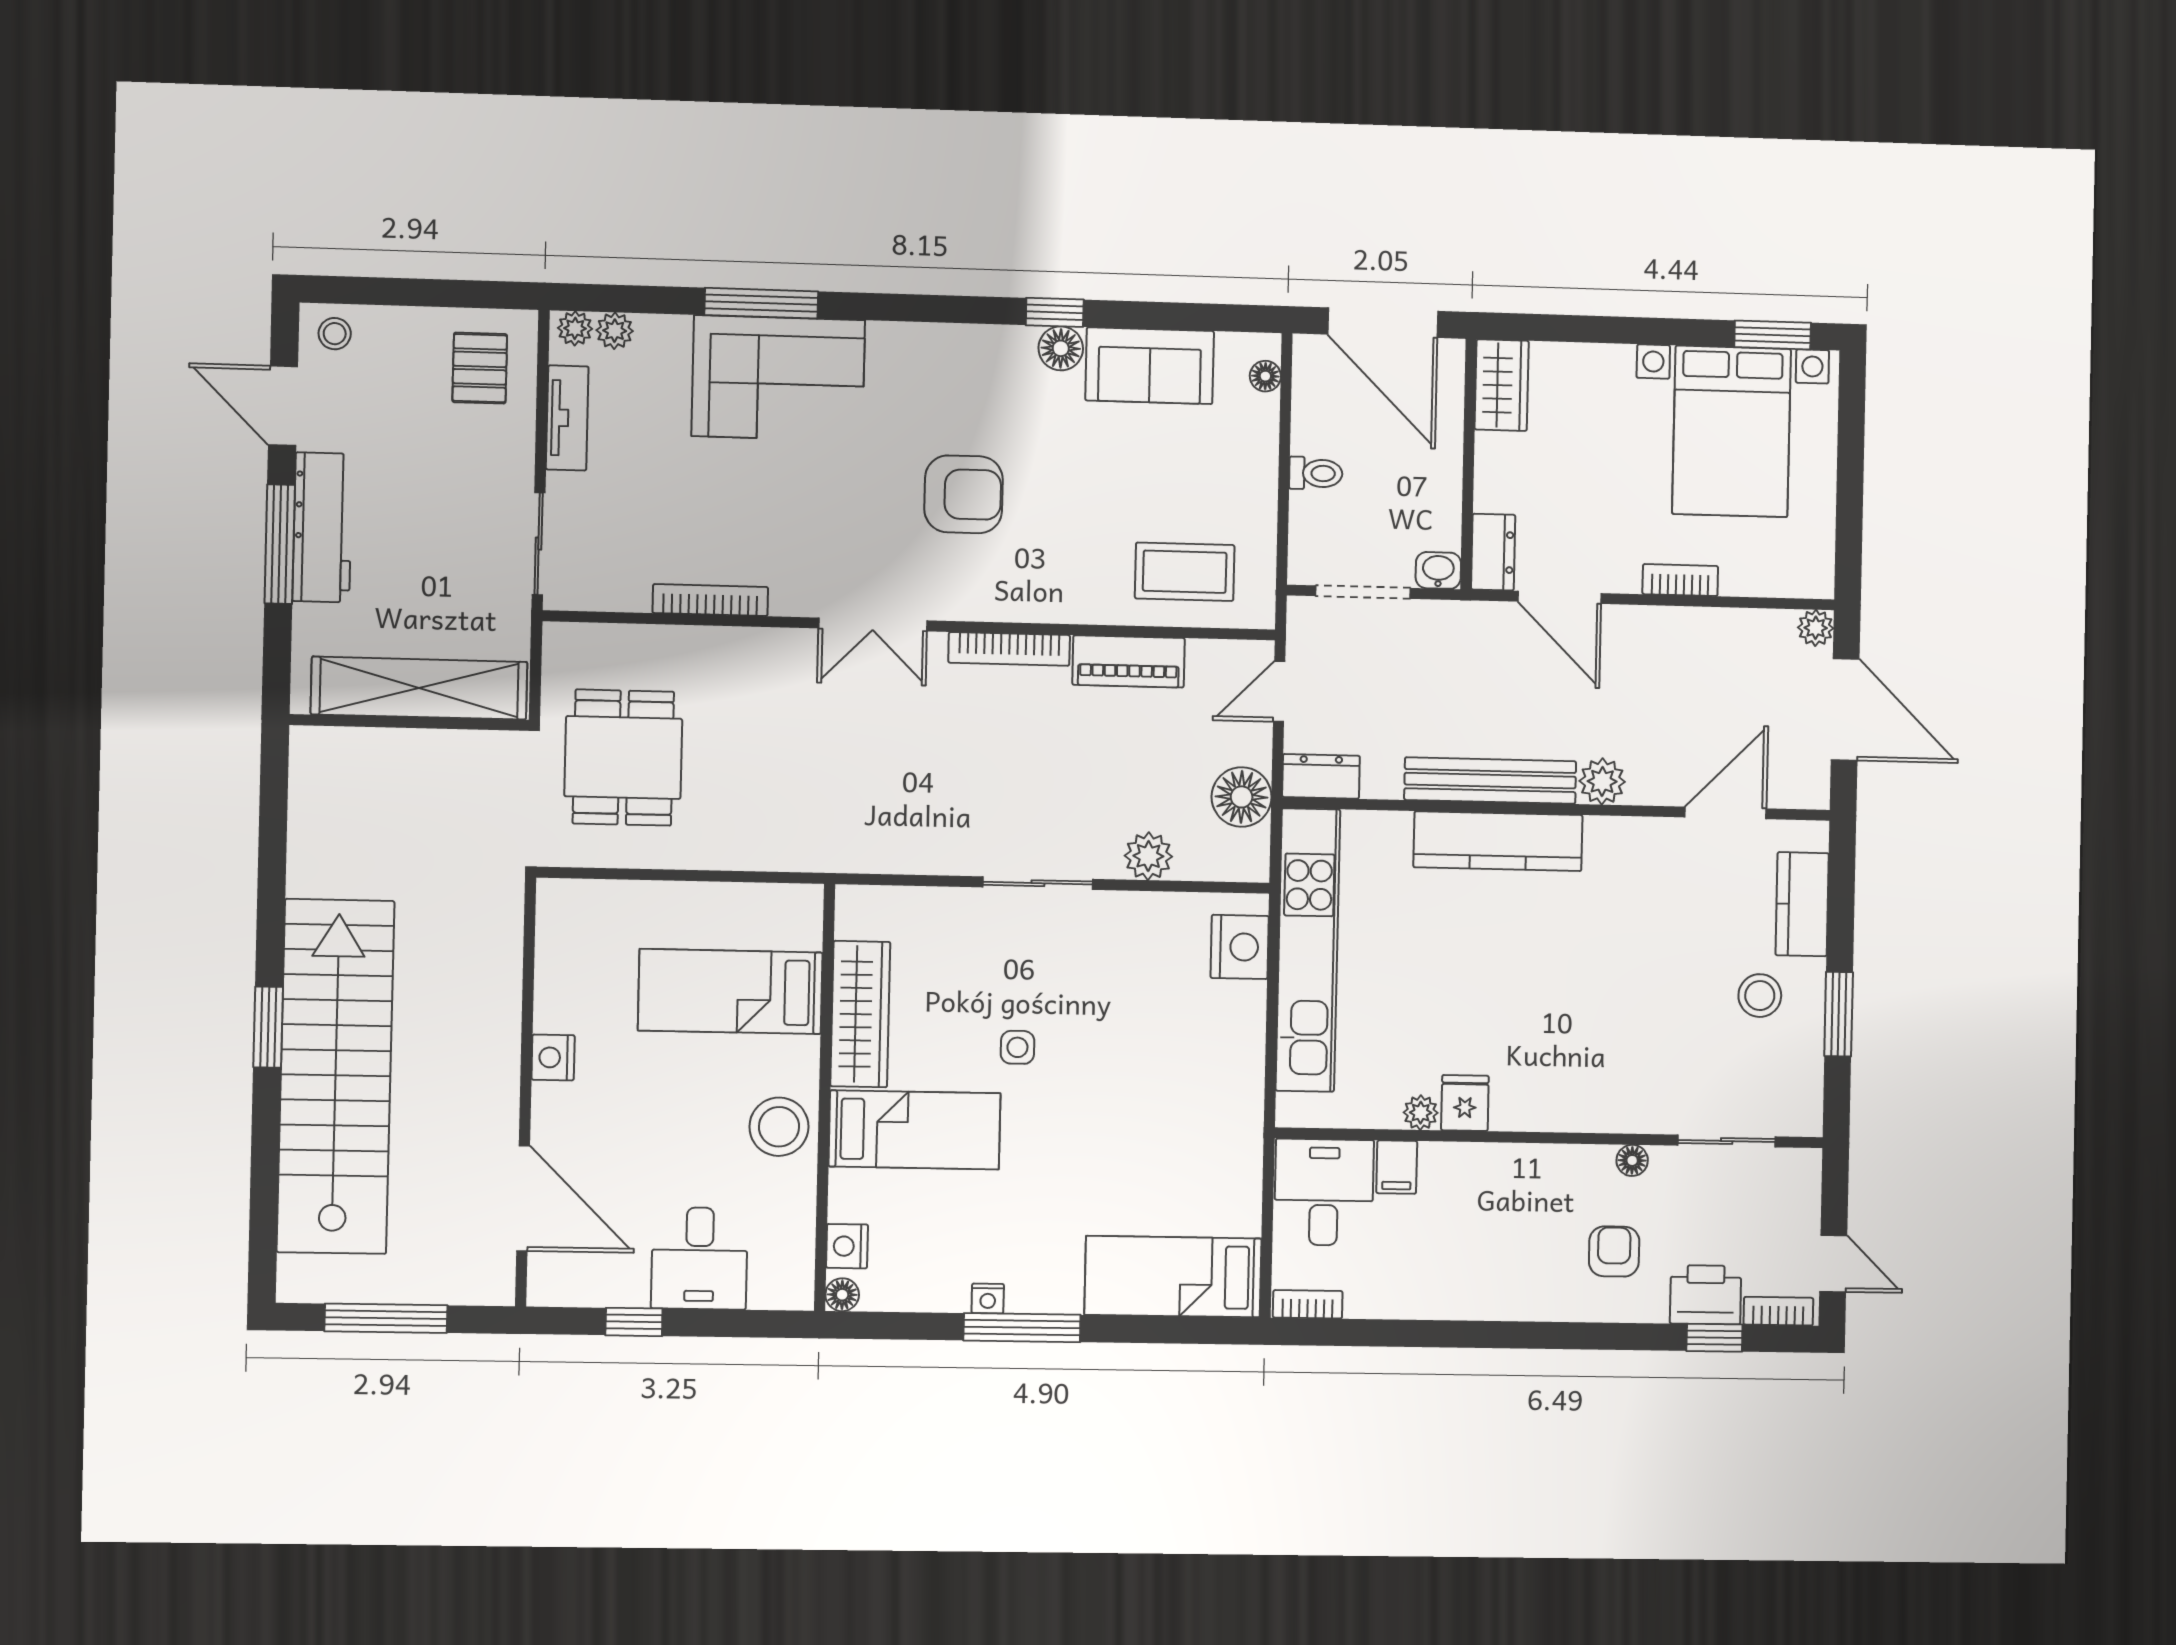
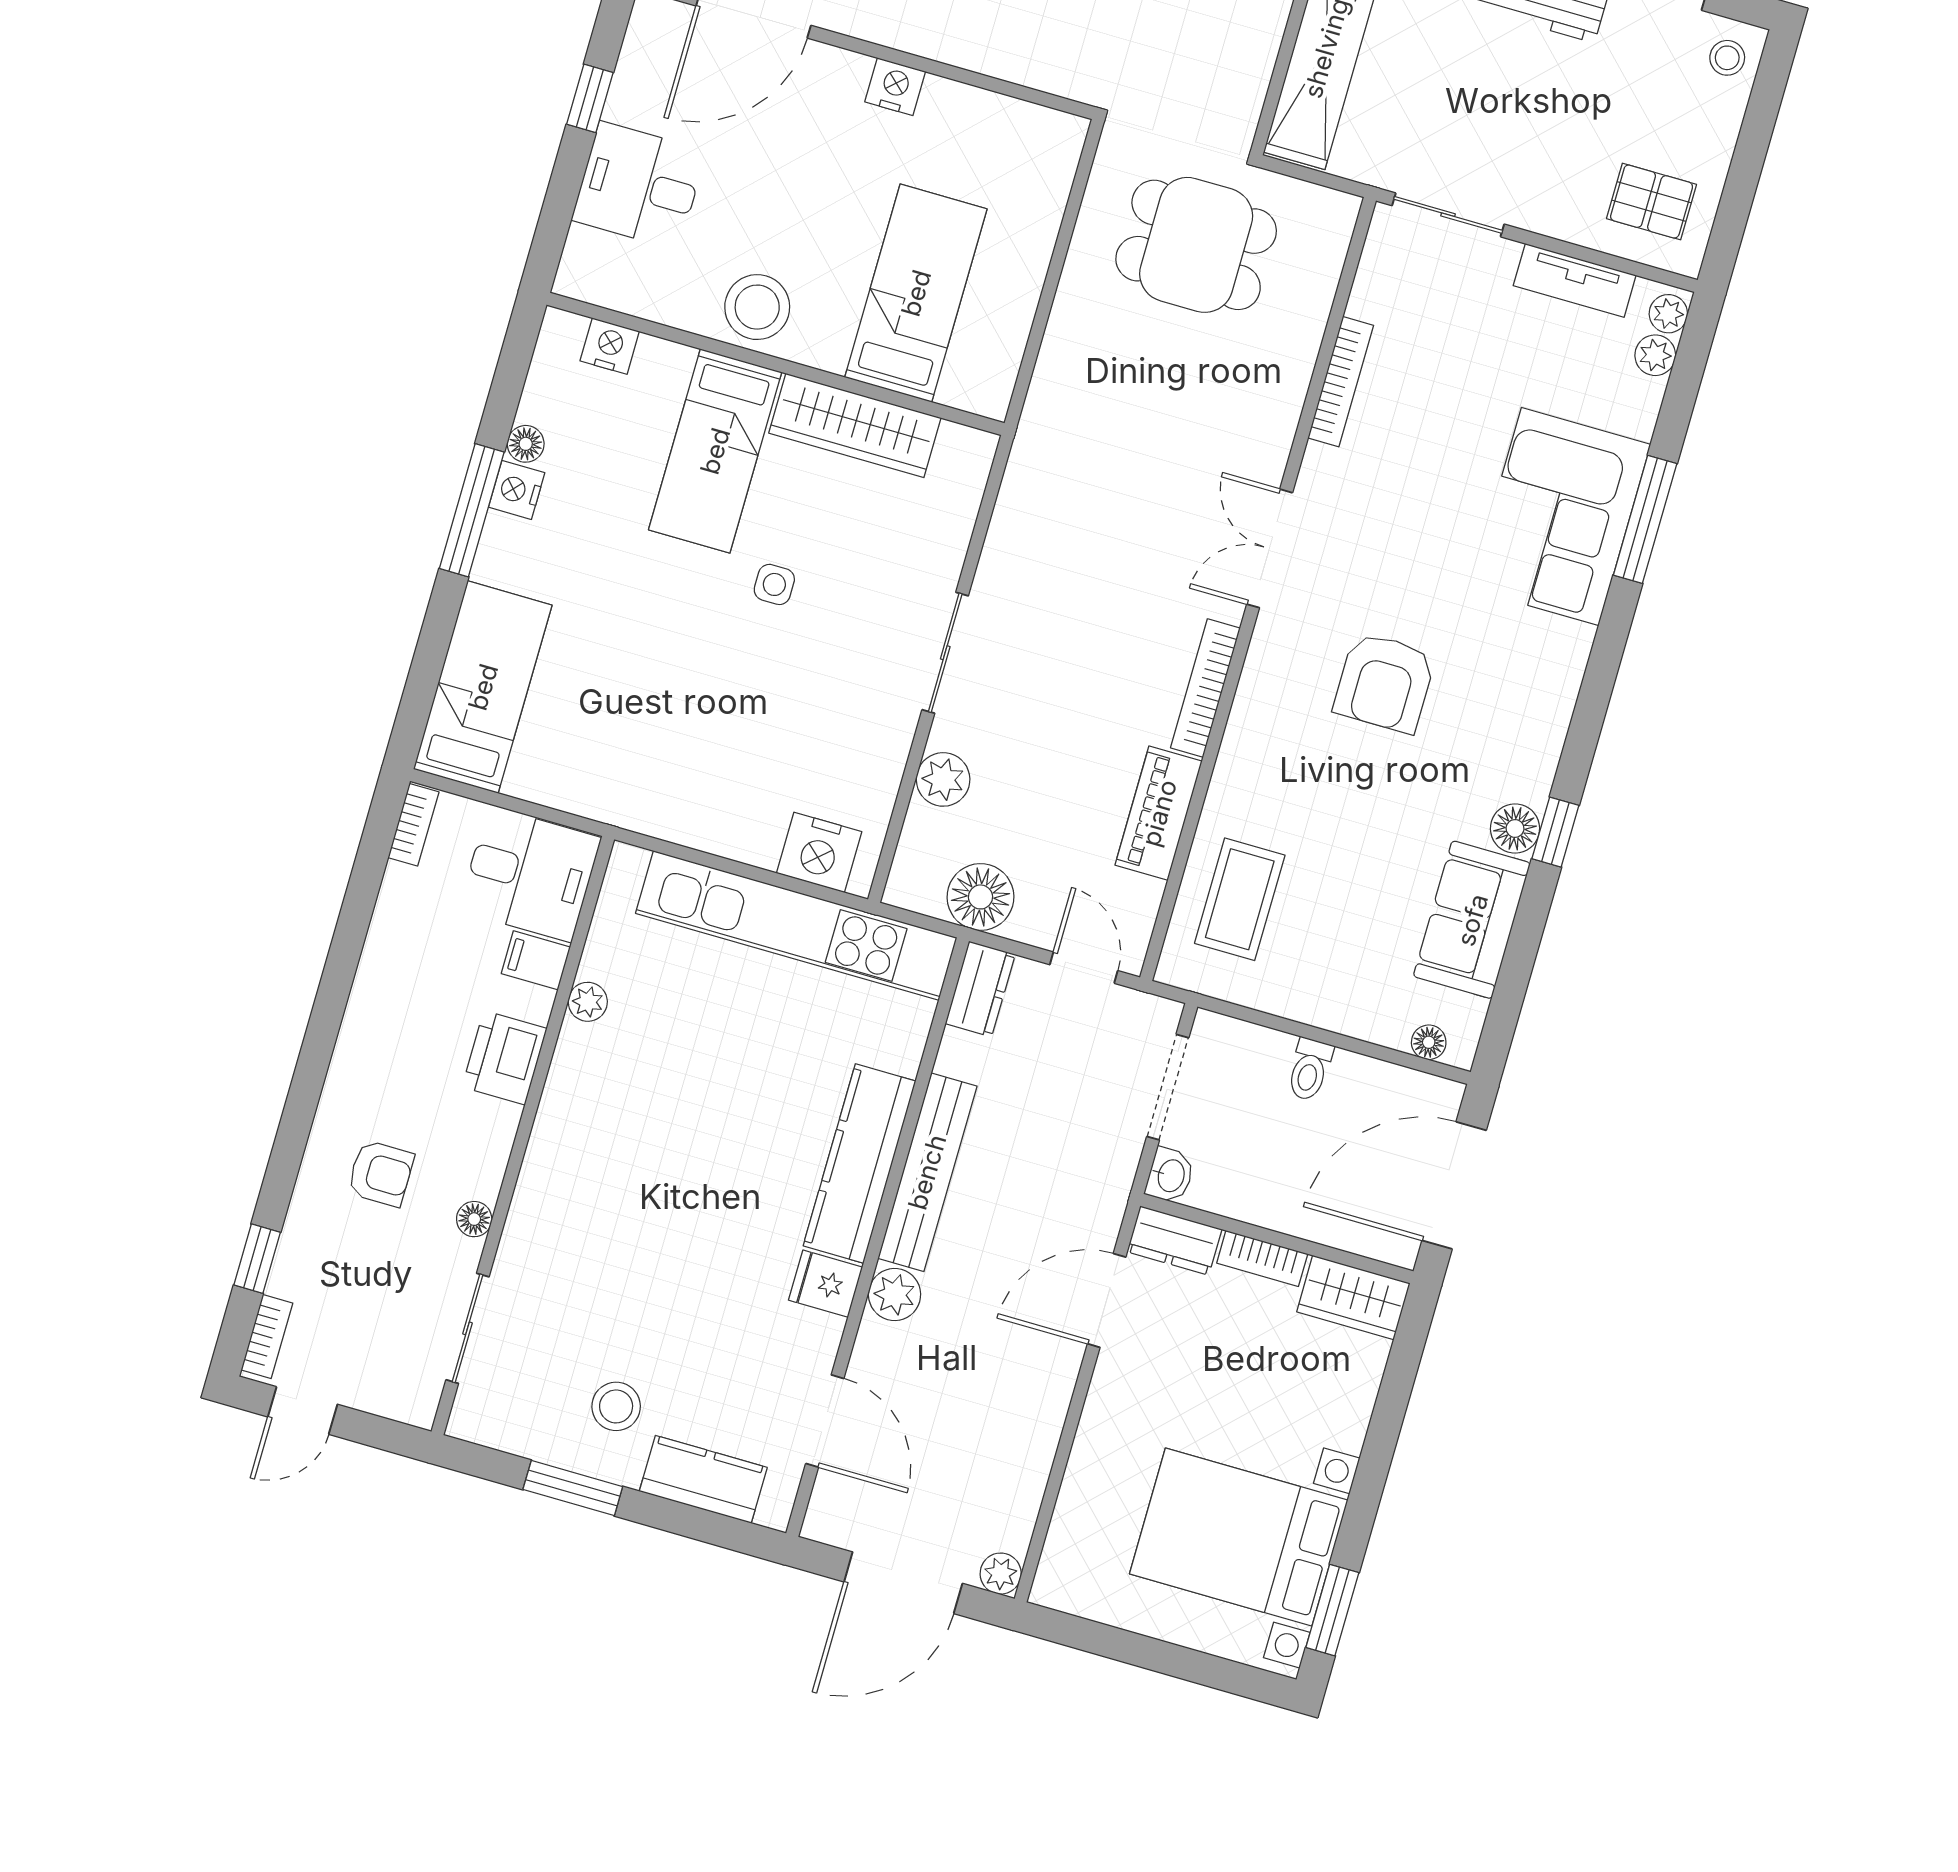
bookcase: (1680, 580) -> (1262, 1258), moved, turned 90
fridge: (1465, 1103) -> (826, 1284), moved, turned 180
floor lamp: (842, 1295) -> (526, 444), moved
printer: (1706, 1295) -> (504, 1058), moved, turned 180
nightstand: (988, 1299) -> (517, 490), width x1.39, depth x1.35

